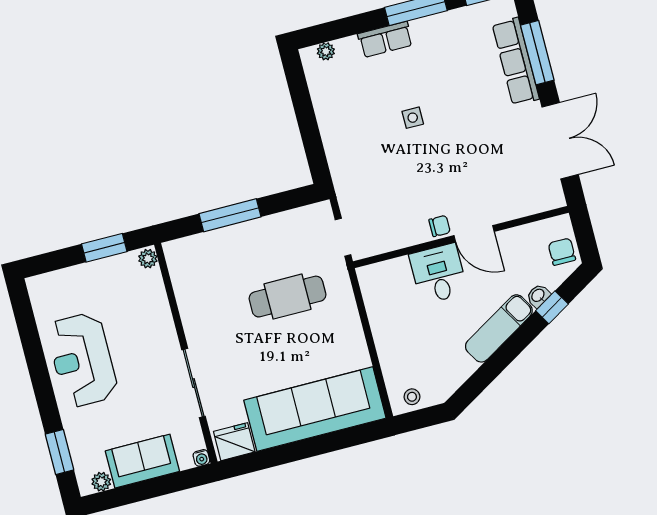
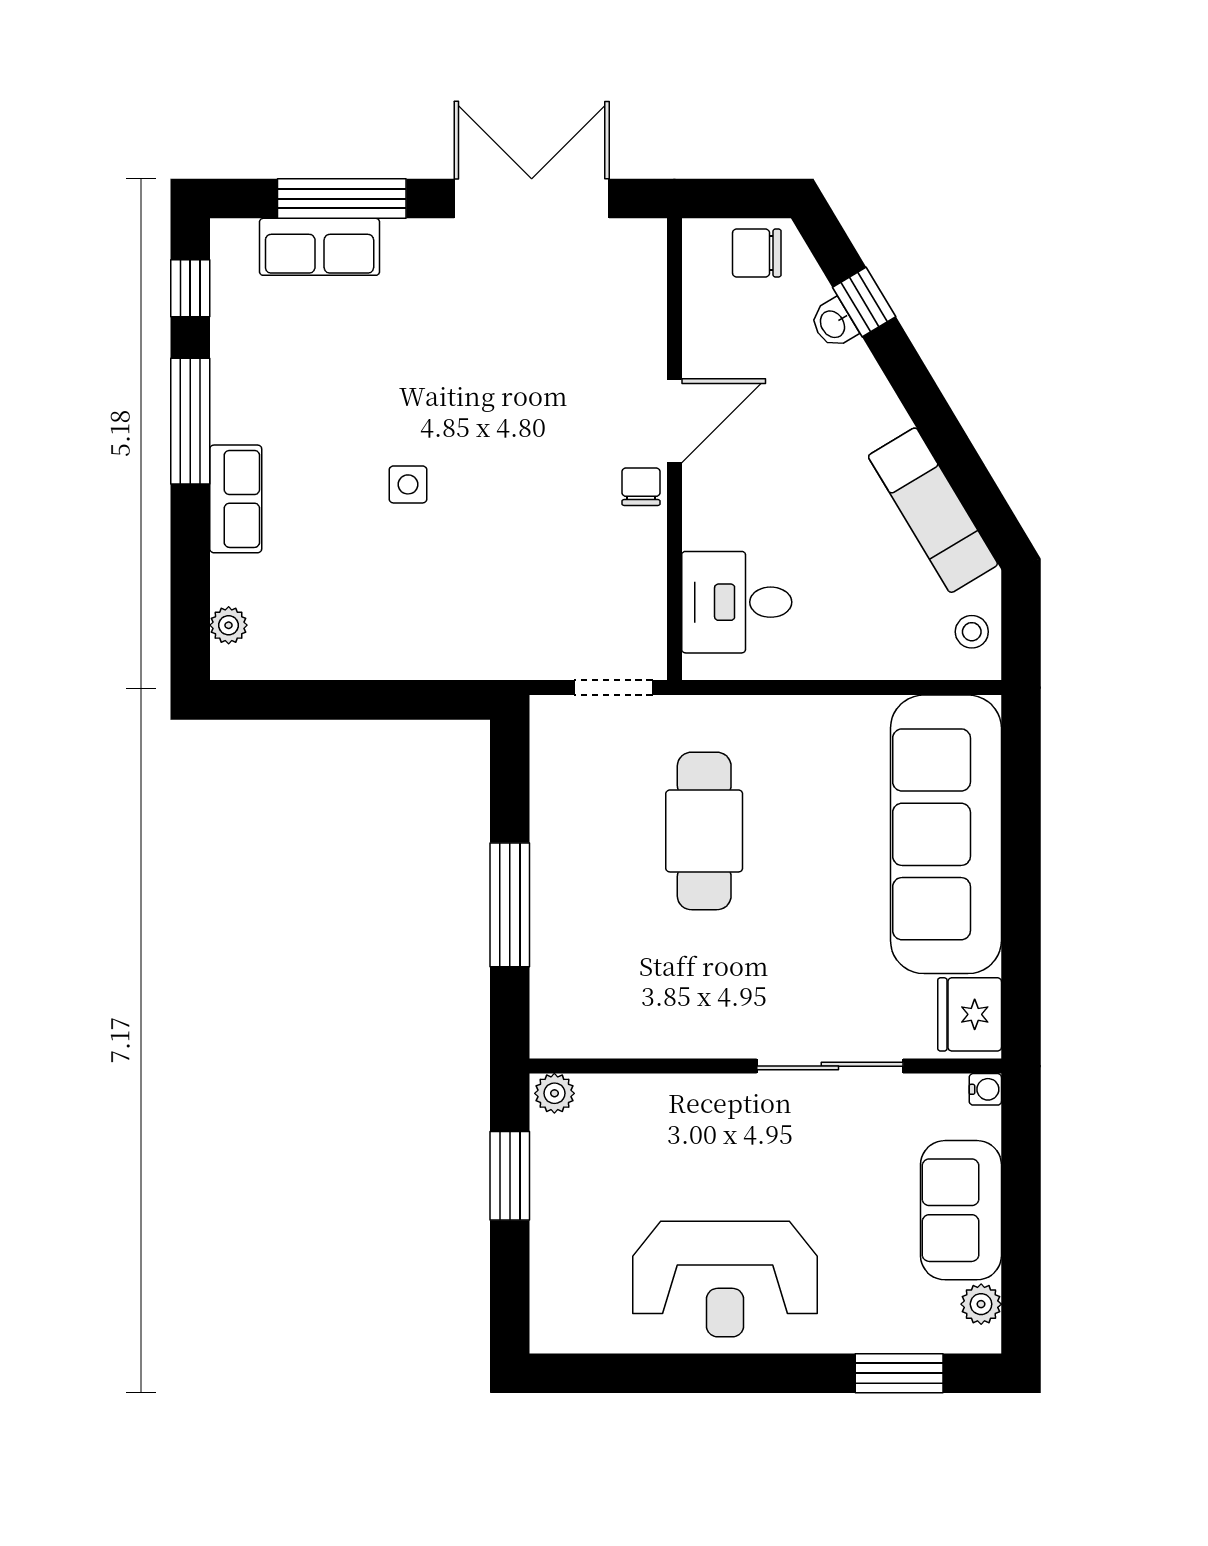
row of seats: (516, 61) -> (320, 247), width x0.68
desk: (438, 274) -> (737, 602), moved
exam couch: (499, 328) -> (933, 510), moved

